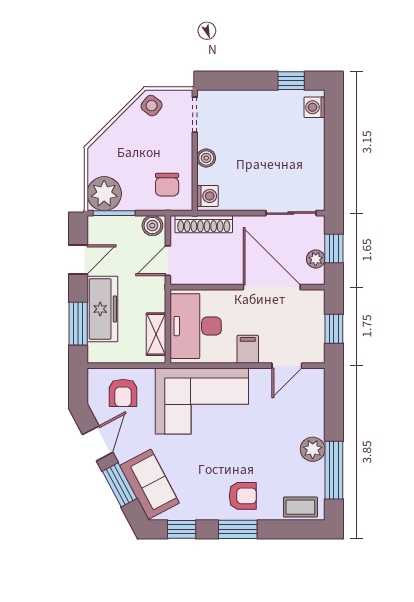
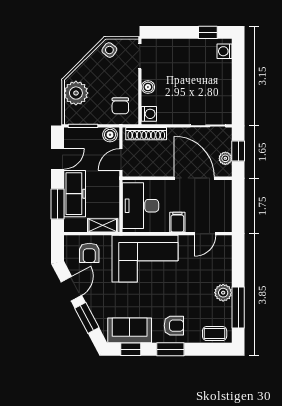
plant: (104, 194) -> (76, 93), moved
window: (334, 329) -> (238, 208), removed
shelving: (156, 334) -> (103, 225), moved, turned 90
sofa: (150, 484) -> (130, 330), moved, turned -62

